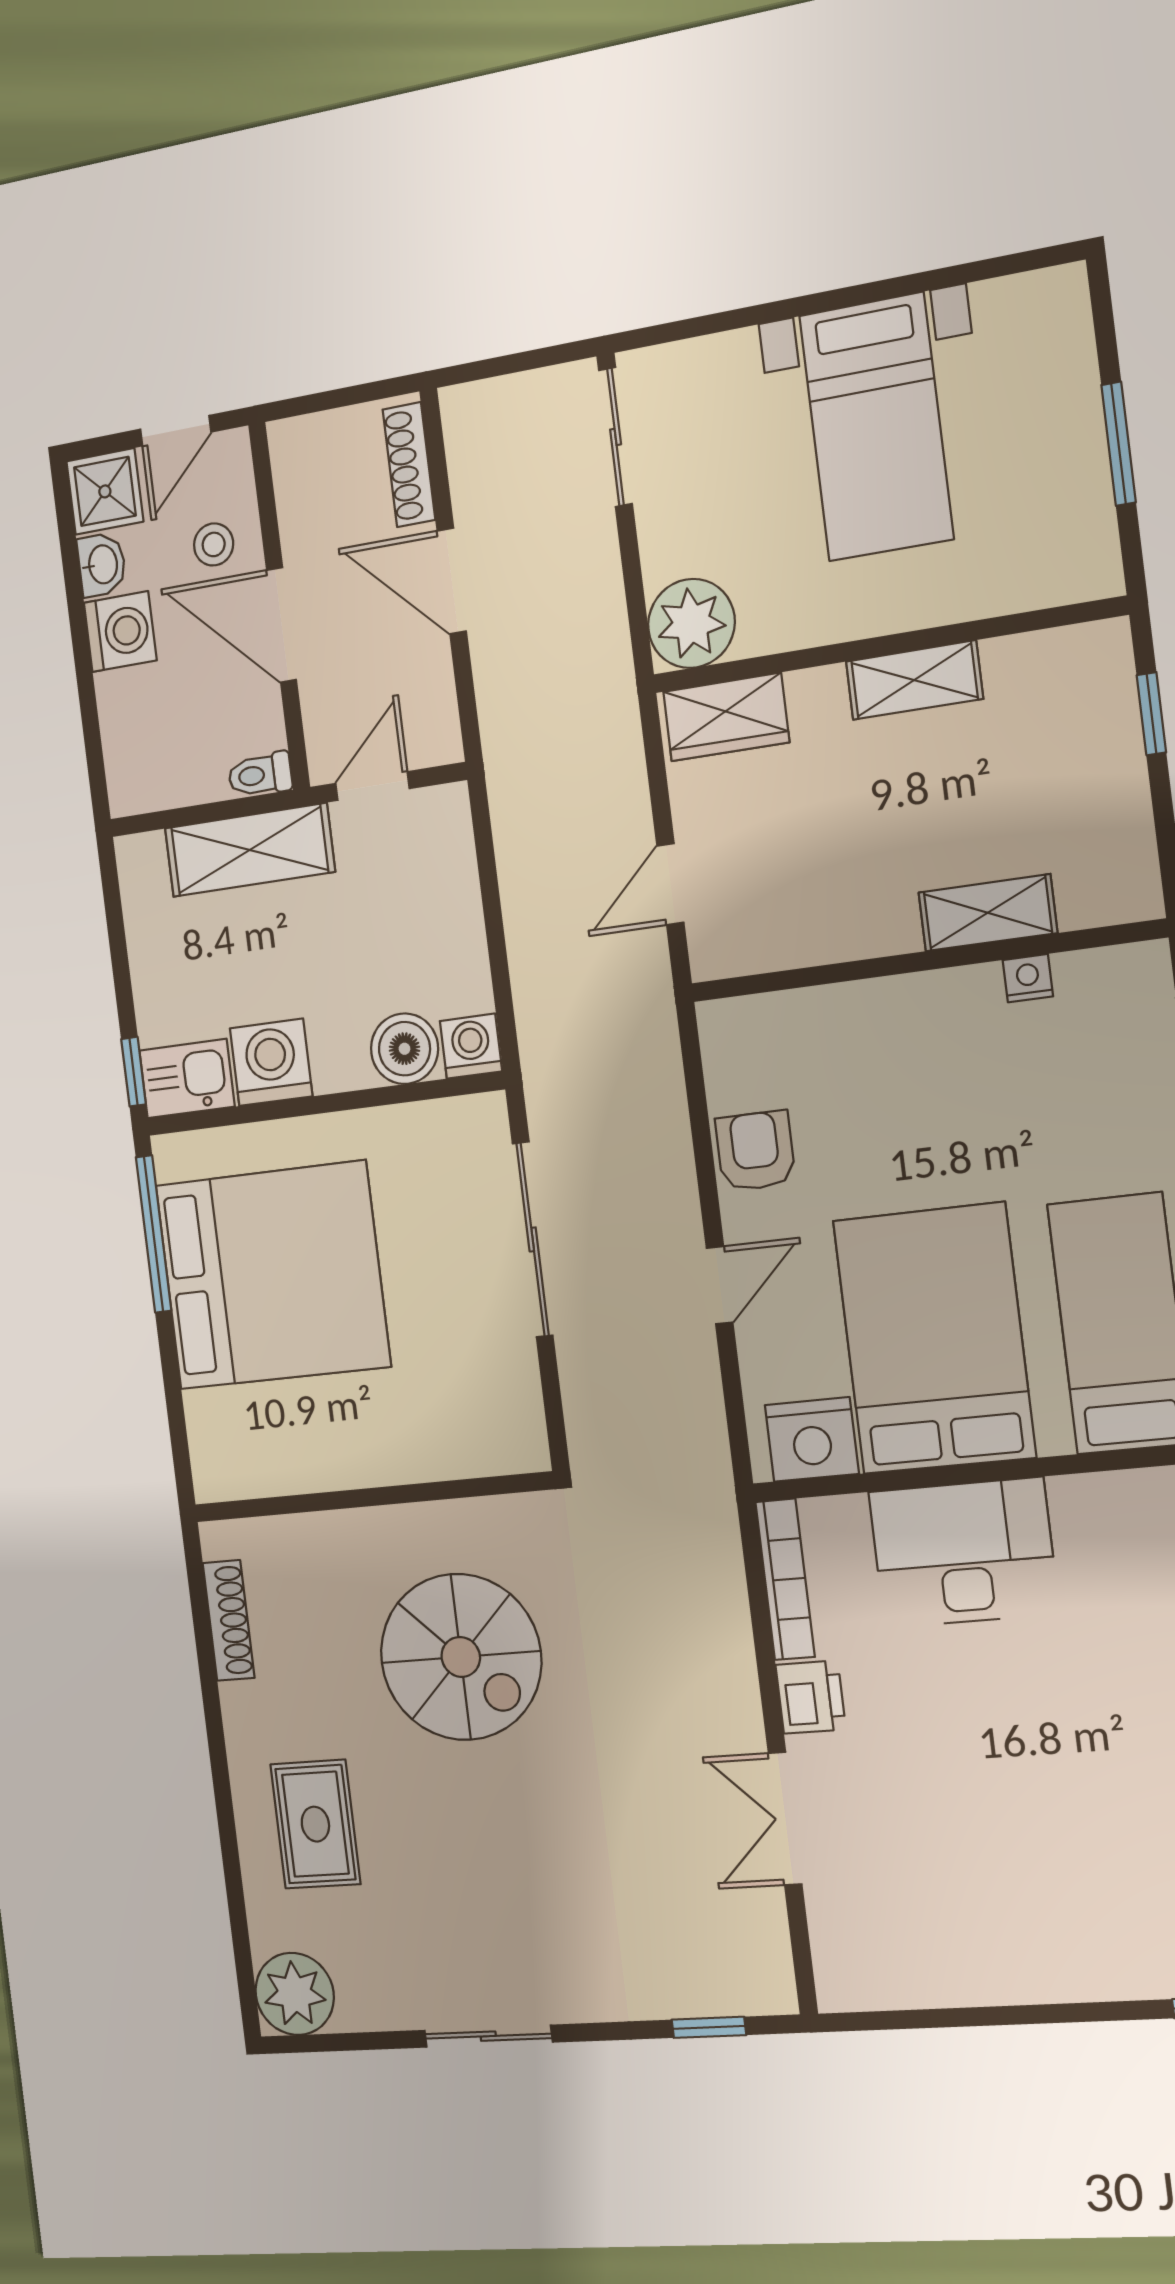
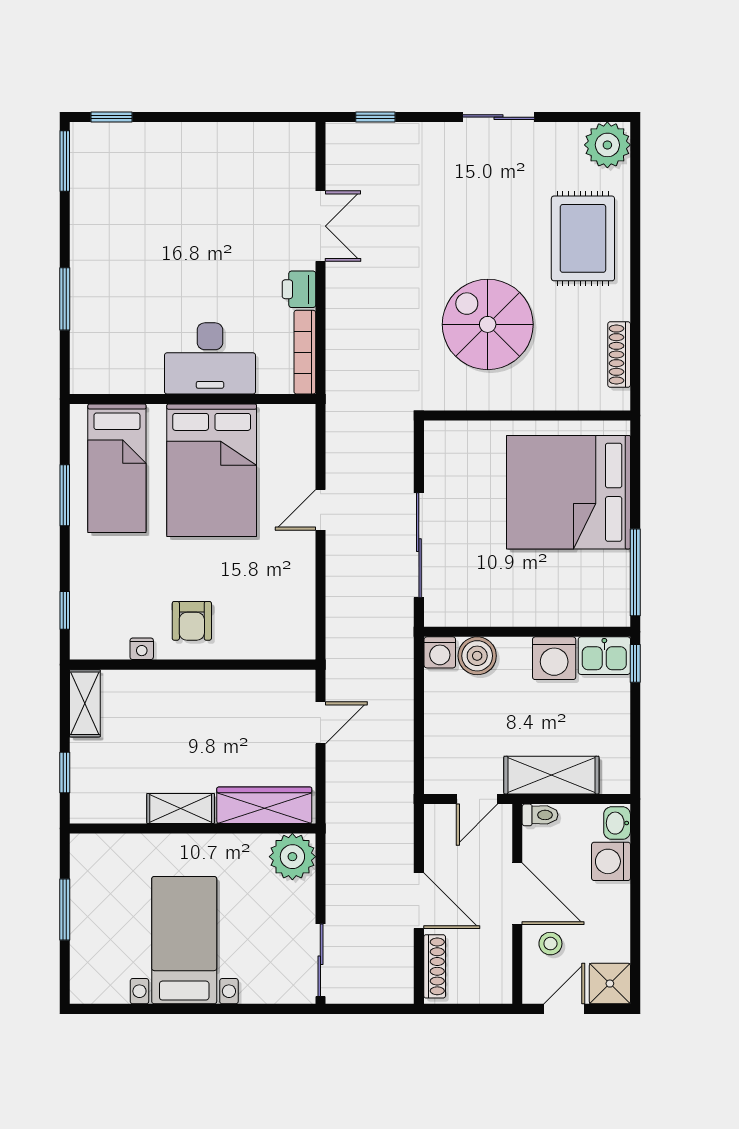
washbasin: (102, 565) -> (617, 823), moved
washing machine: (120, 632) -> (611, 861), moved
wardrobe: (726, 717) -> (264, 805), width x1.50
shelving: (988, 913) -> (85, 703), moved, turned 90
armchair: (755, 1151) -> (192, 621), moved
bed: (273, 1275) -> (569, 492), moved
nightstand: (812, 1439) -> (282, 424), removed
rug: (315, 1824) -> (583, 238), width x1.36, depth x1.43

